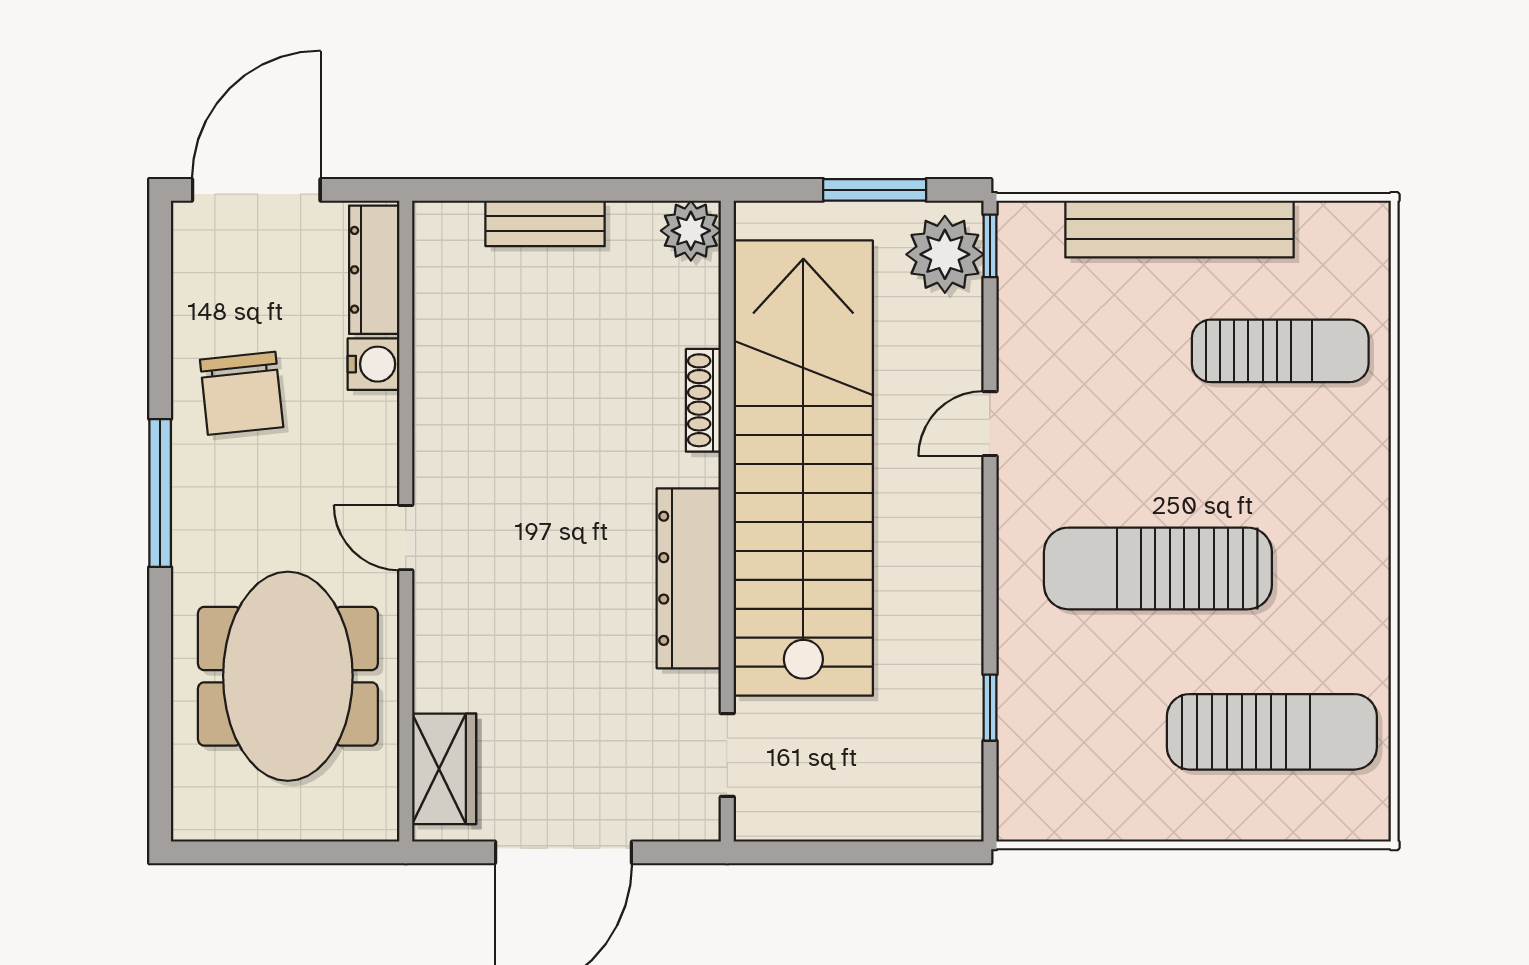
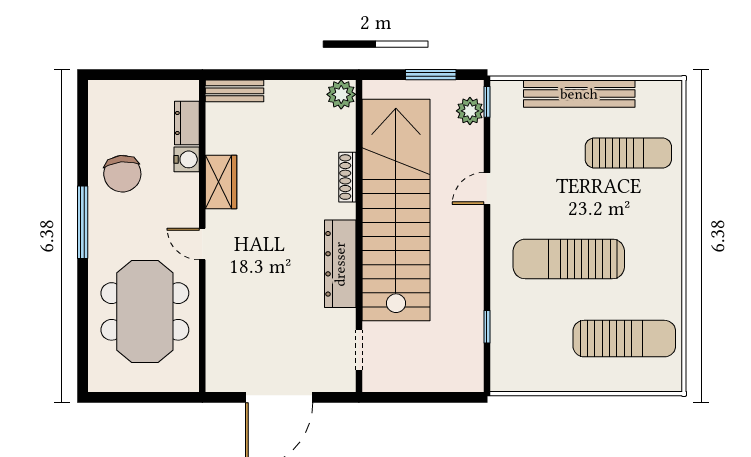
door: (256, 190) -> (129, 75), removed
bench: (545, 223) -> (234, 91), moved
plant: (945, 254) -> (470, 111), width x0.73, depth x0.73
dresser: (374, 270) -> (187, 123), width x0.70
wardrobe: (444, 769) -> (221, 182), moved

